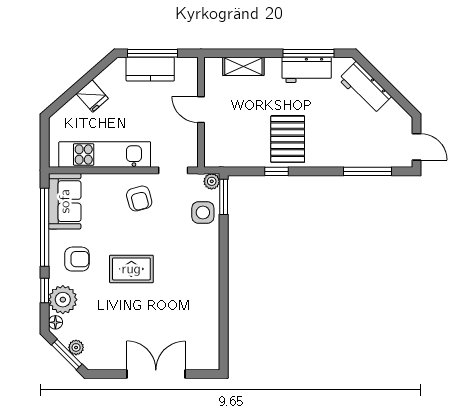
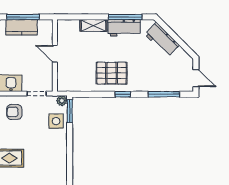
shelving: (243, 66) -> (93, 26), moved
pallet: (288, 139) -> (112, 73), turned 90
window: (276, 171) -> (123, 94), moved
armchair: (139, 198) -> (14, 112), turned 105

